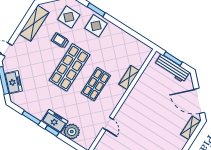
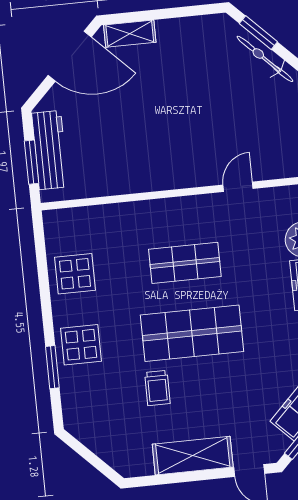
display table: (69, 17) -> (75, 274), moved
shelving: (34, 23) -> (193, 456), moved
shelving: (129, 78) -> (127, 213), removed
door: (199, 101) -> (70, 56), hinge flipped

